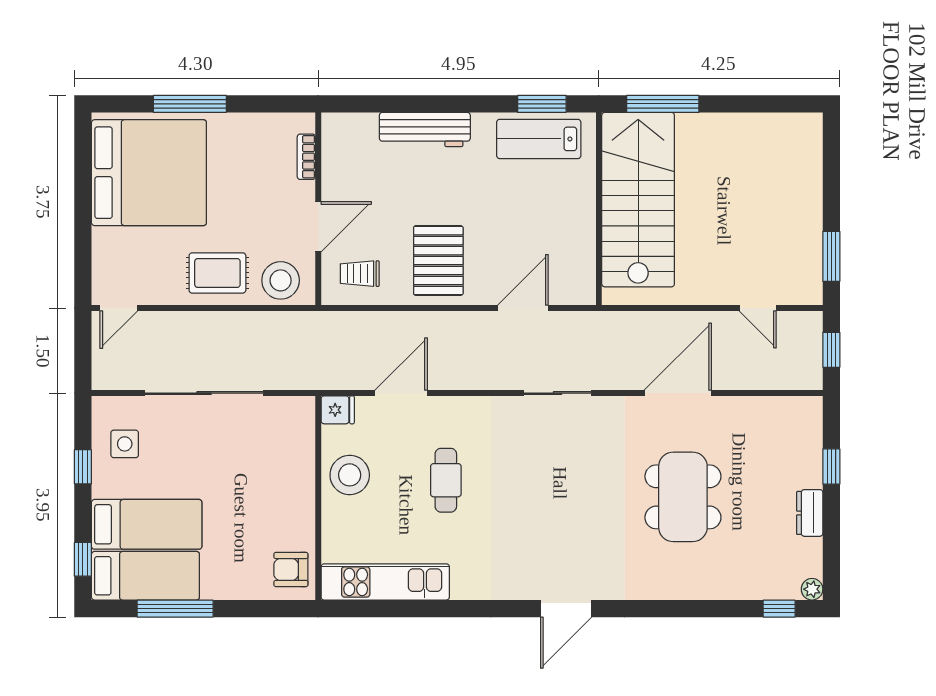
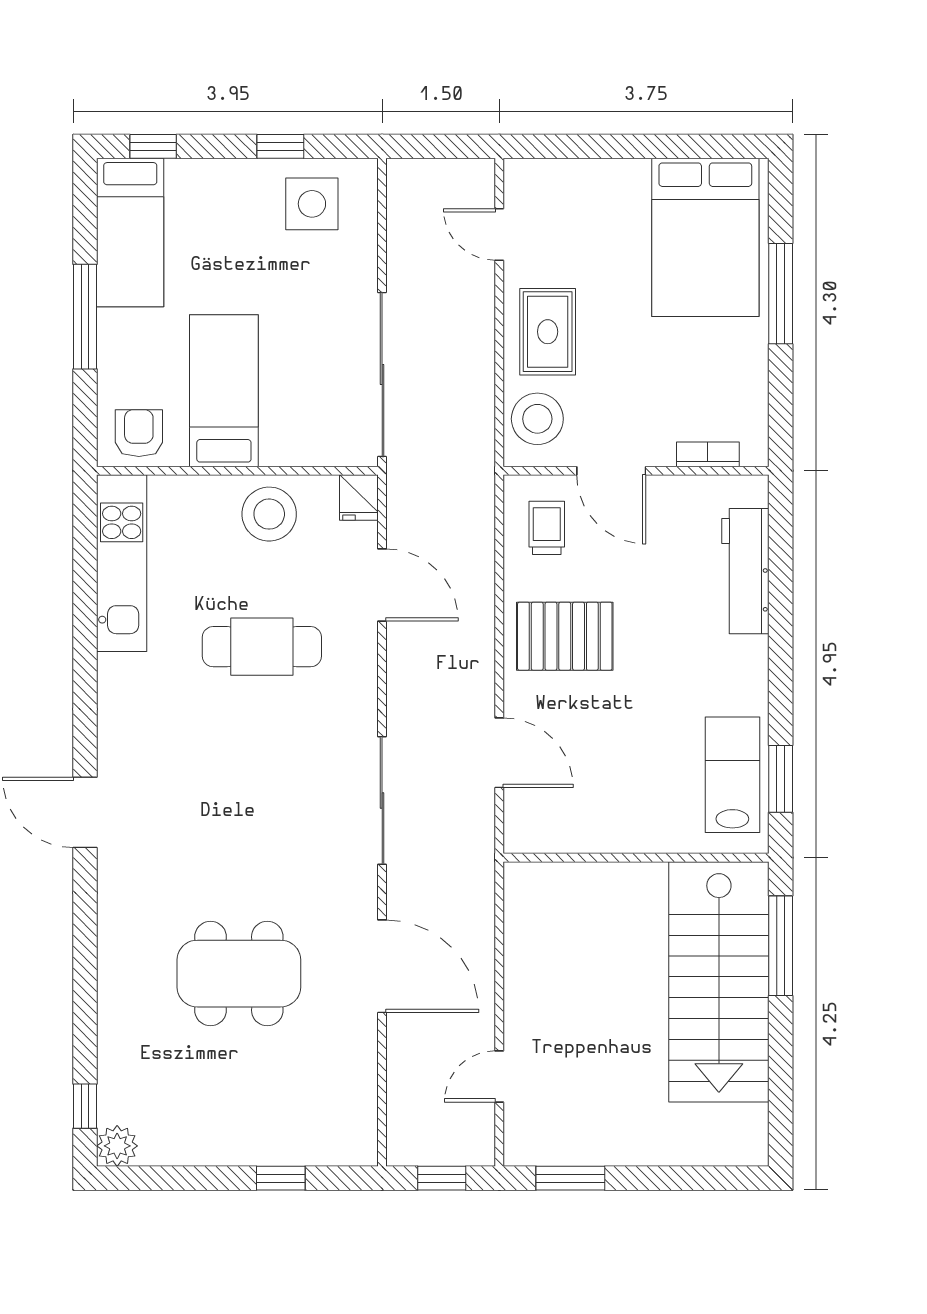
workbench: (425, 129) -> (745, 571), moved
bed: (149, 173) -> (705, 237), width x0.73
stairs: (638, 200) -> (719, 982), moved, turned 90
door: (119, 308) -> (499, 234), moved
sliding door: (204, 393) -> (382, 374), moved
sliding door: (557, 393) -> (382, 801), width x1.37
side table: (125, 444) -> (312, 204), width x1.37, depth x1.37
cafe table: (446, 480) -> (262, 647), width x1.37, depth x1.35
dresser: (810, 513) -> (217, 1148), removed
bed: (147, 524) -> (224, 391), moved, turned 180
plant: (812, 589) -> (117, 1146), width x1.38, depth x1.38
window: (175, 609) -> (85, 317), moved

